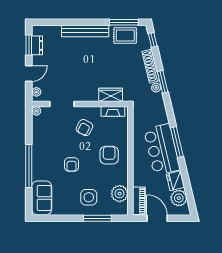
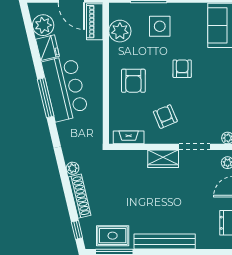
window: (163, 82) -> (64, 176), removed
wardrobe: (111, 95) -> (163, 159), moved
armchair: (84, 128) -> (165, 117), turned -51

